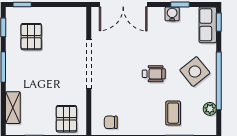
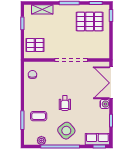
water cooler: (172, 14) -> (105, 104), moved
pallet: (31, 37) -> (90, 22), width x1.50, depth x1.42

